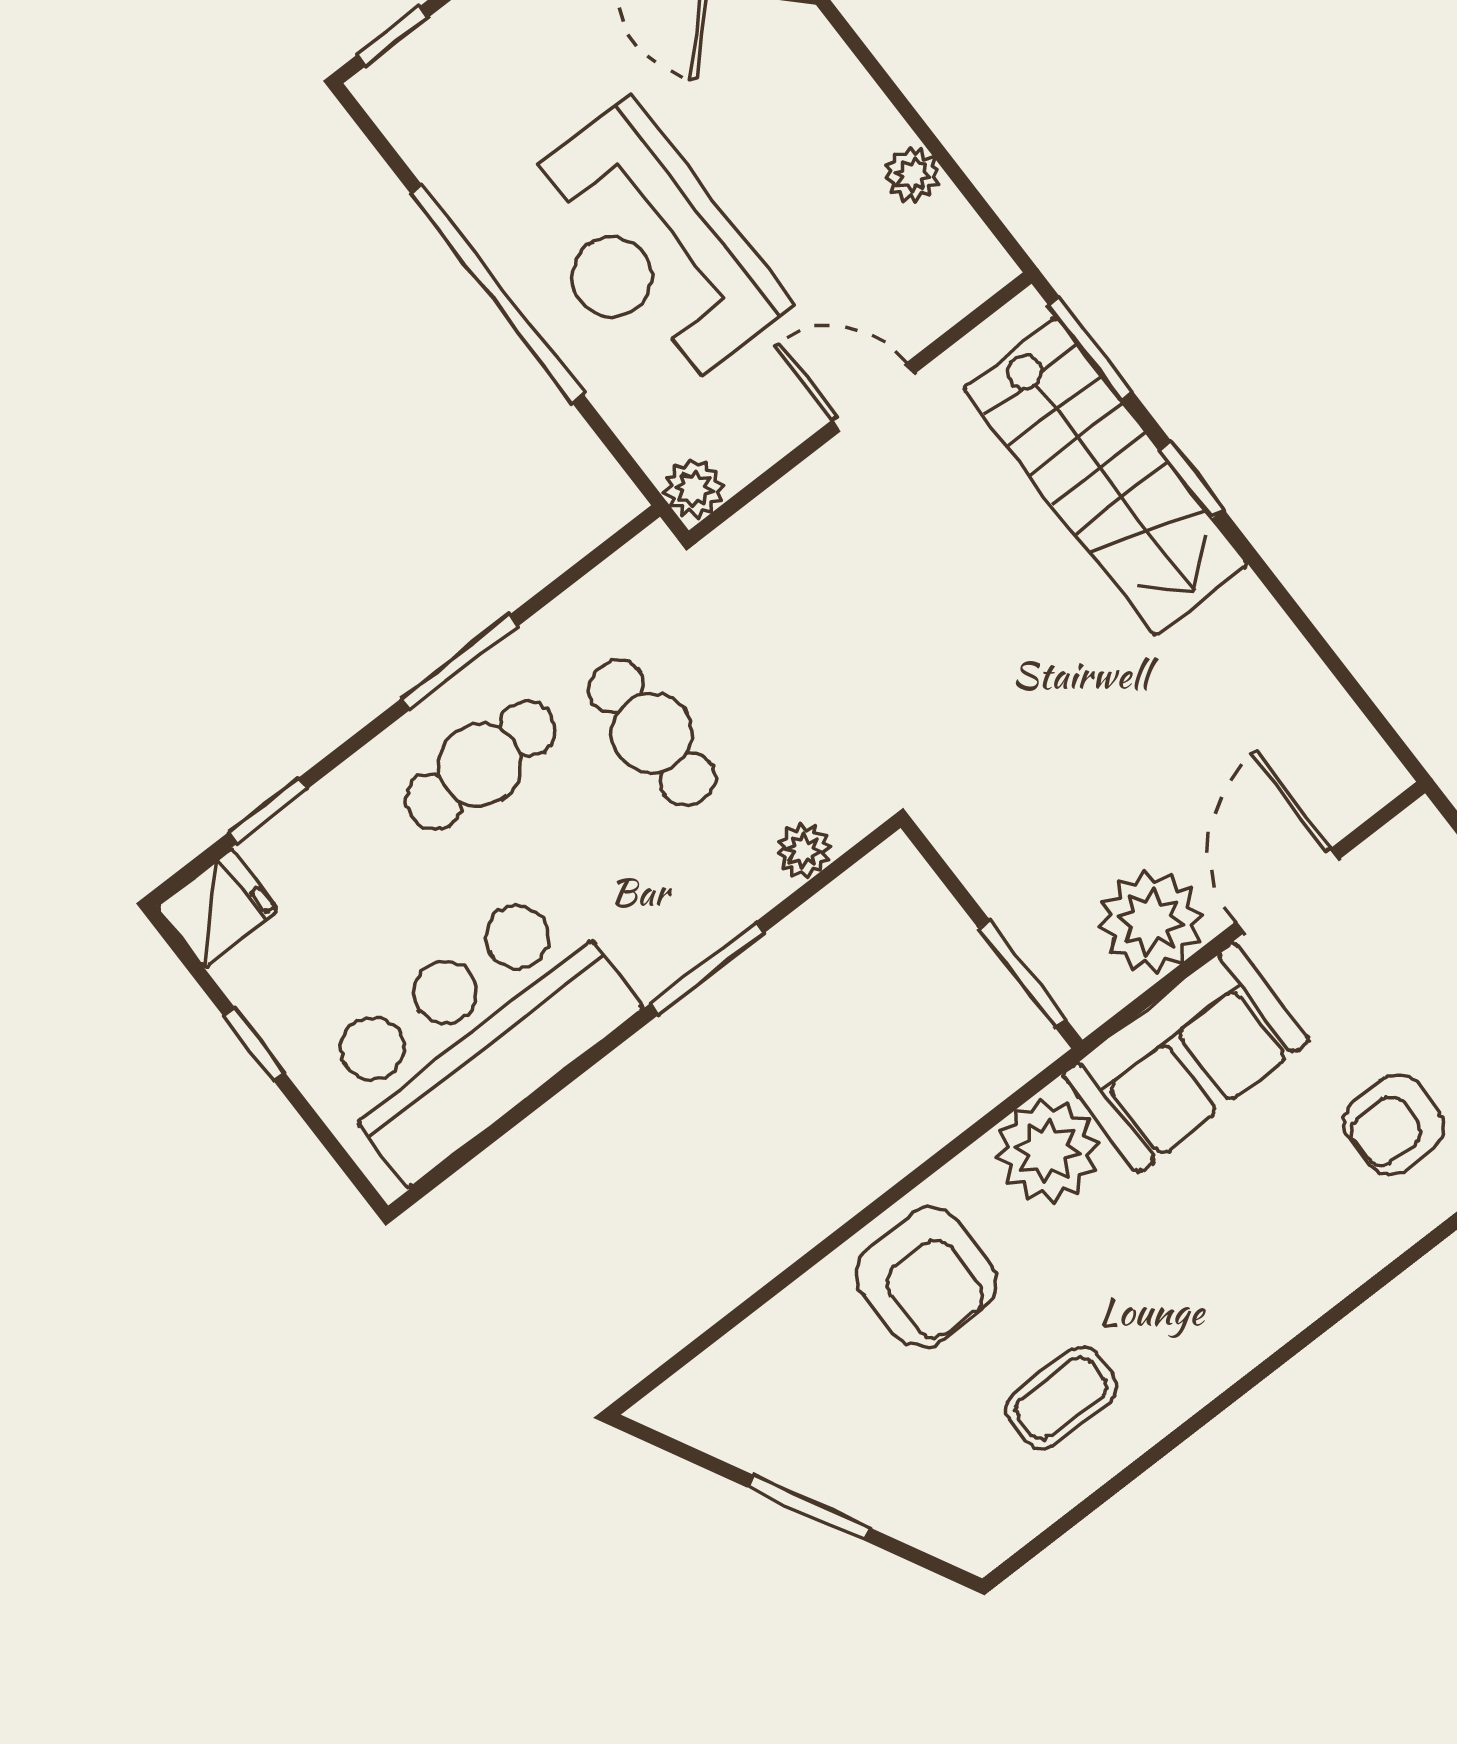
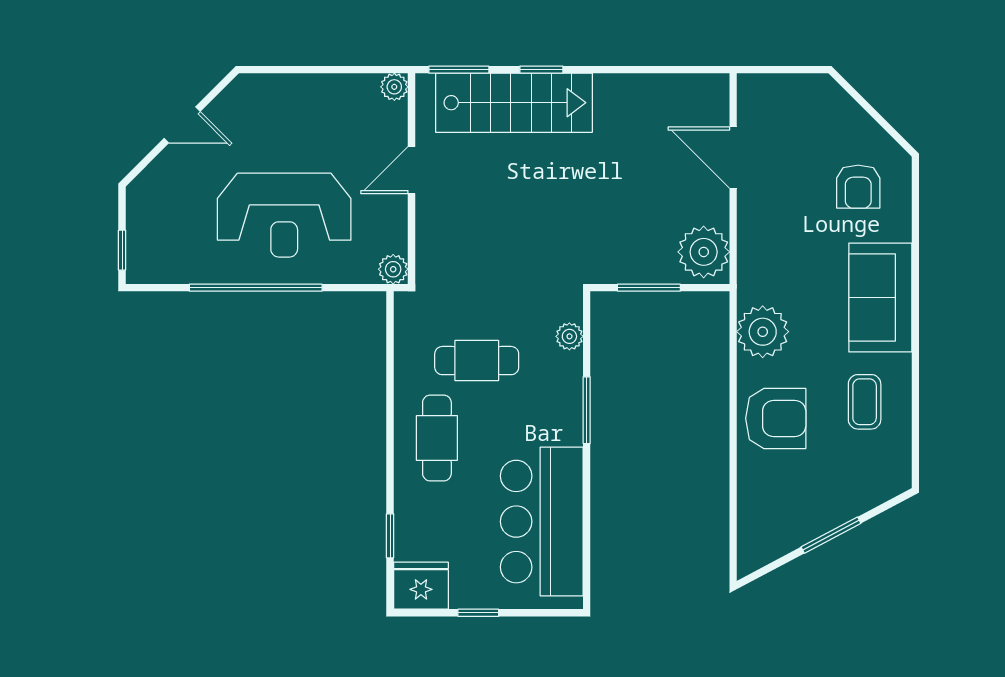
plant: (912, 174) -> (394, 87), moved
window: (460, 662) -> (390, 415), removed
fridge: (218, 908) -> (421, 586), width x1.38
plant: (1151, 922) -> (704, 252), moved
window: (1023, 974) -> (649, 288), moved
sofa: (1186, 1057) -> (880, 298), moved, turned 180

